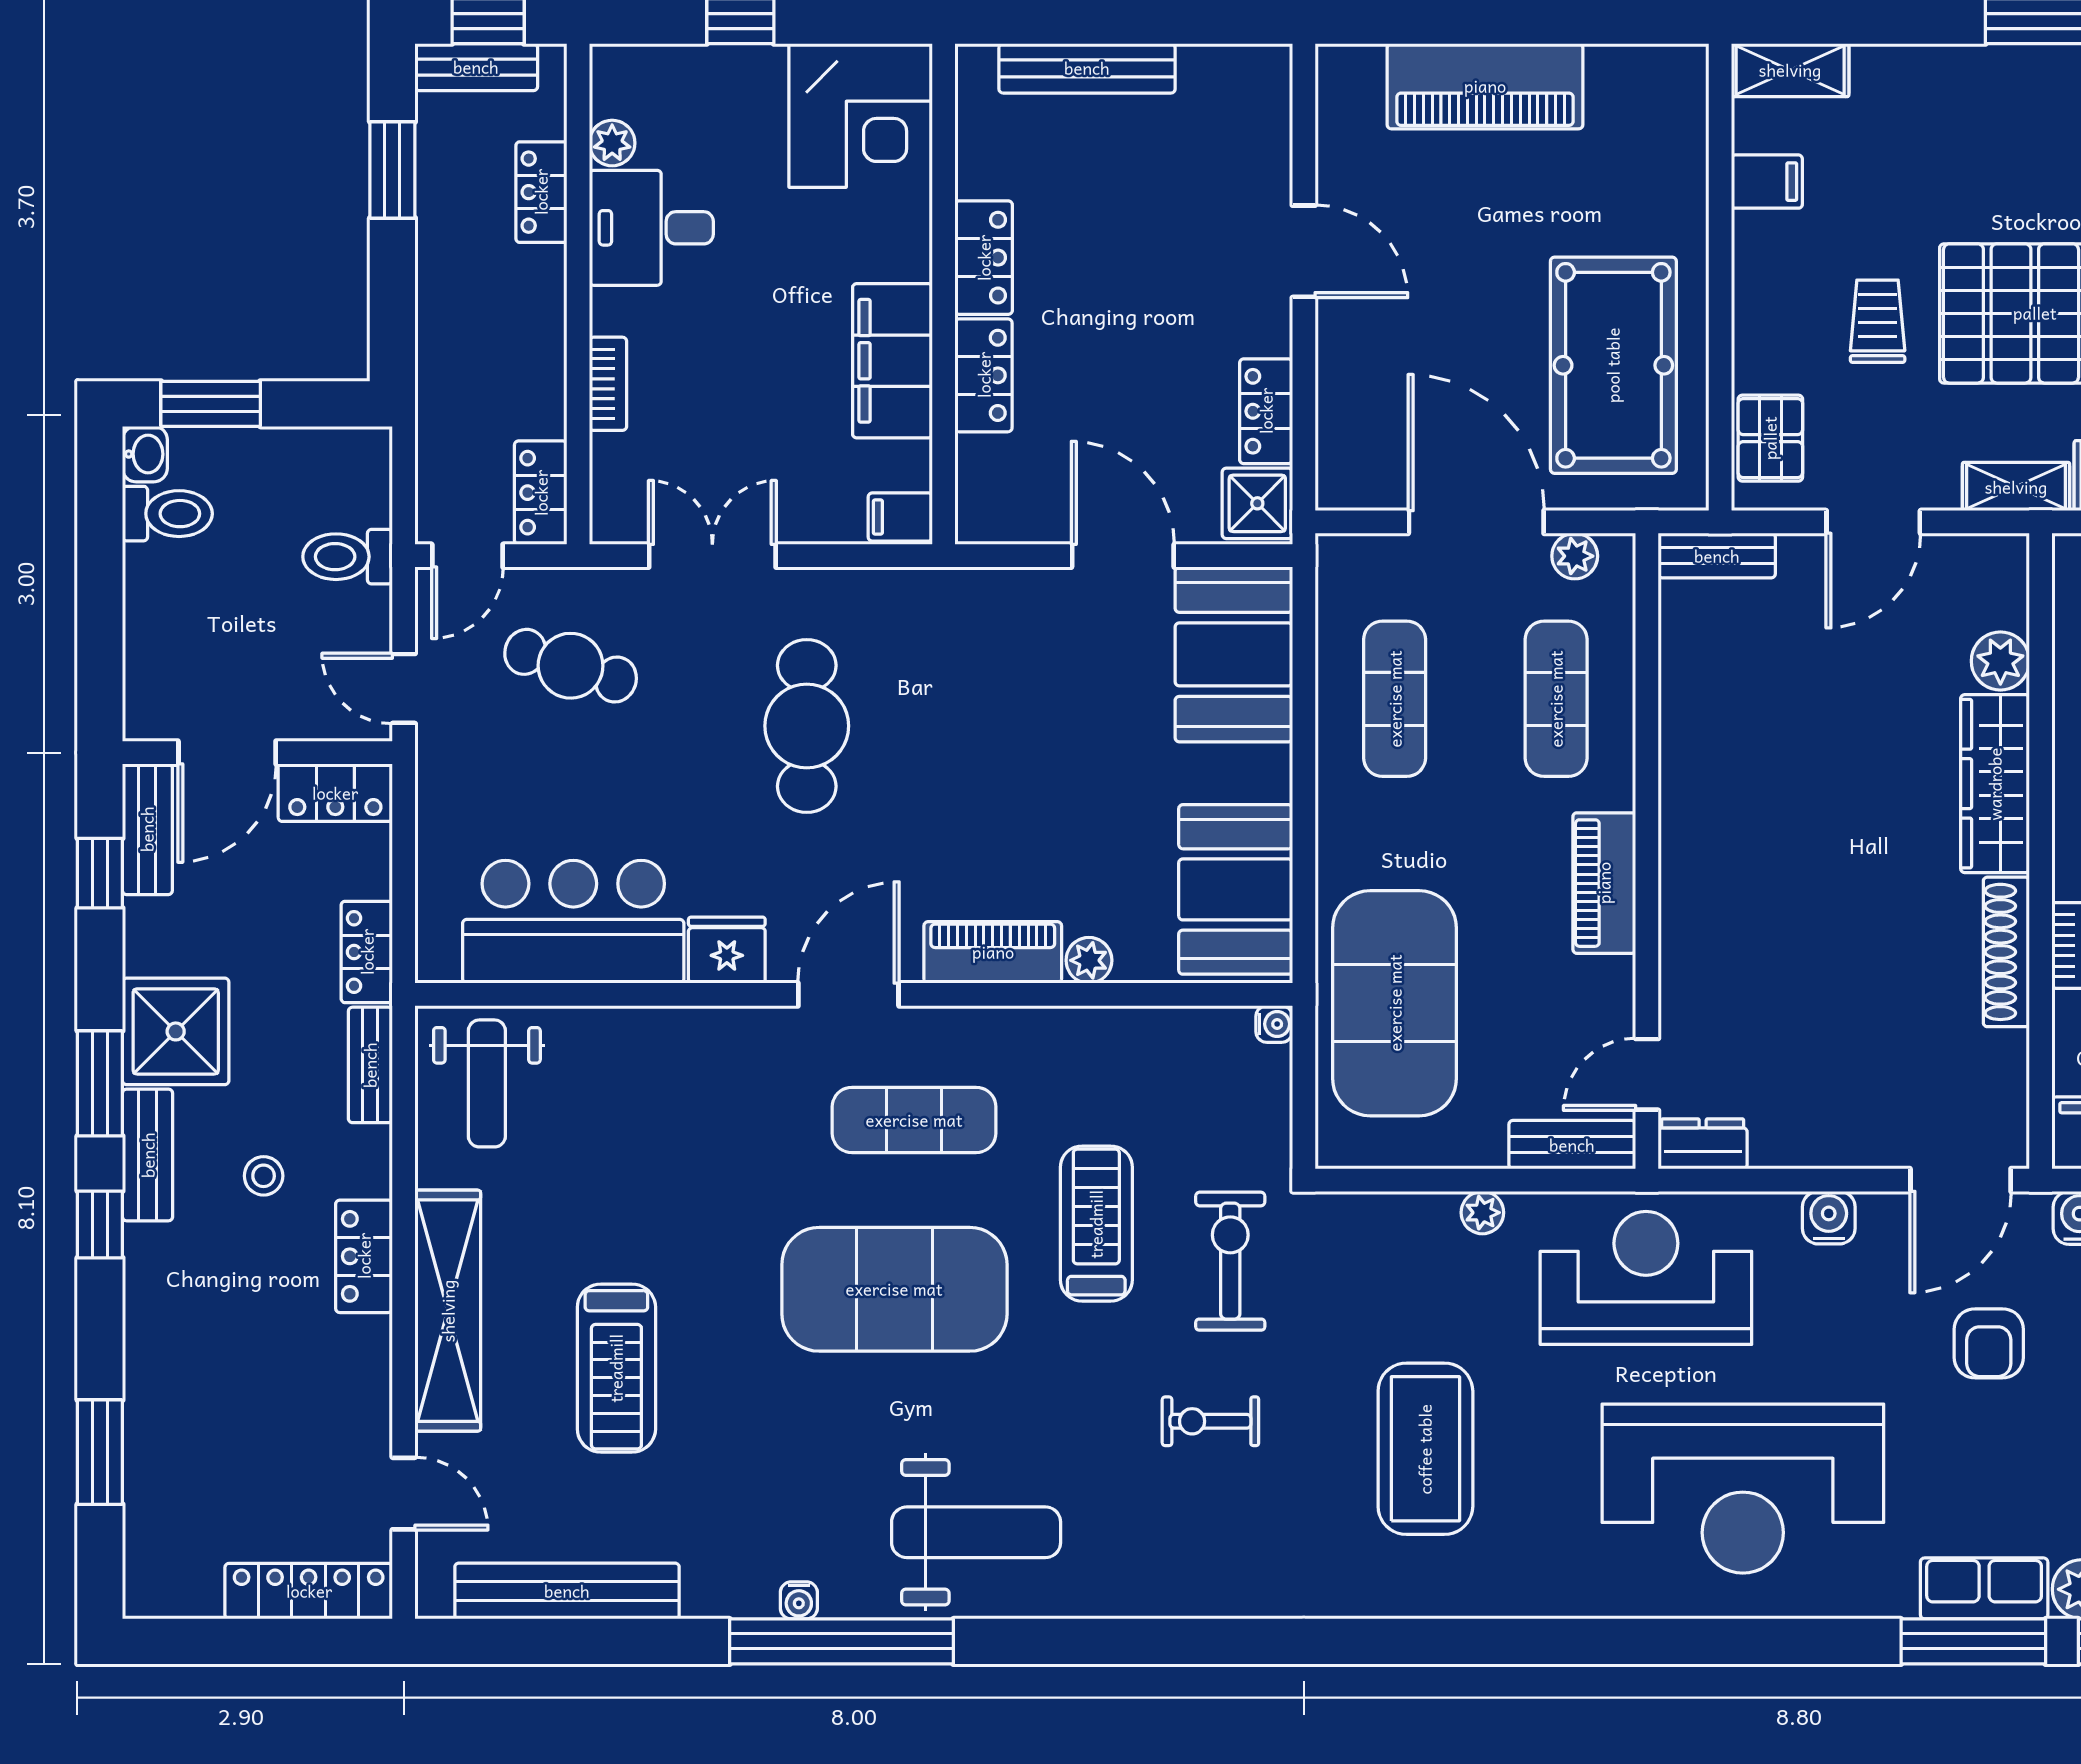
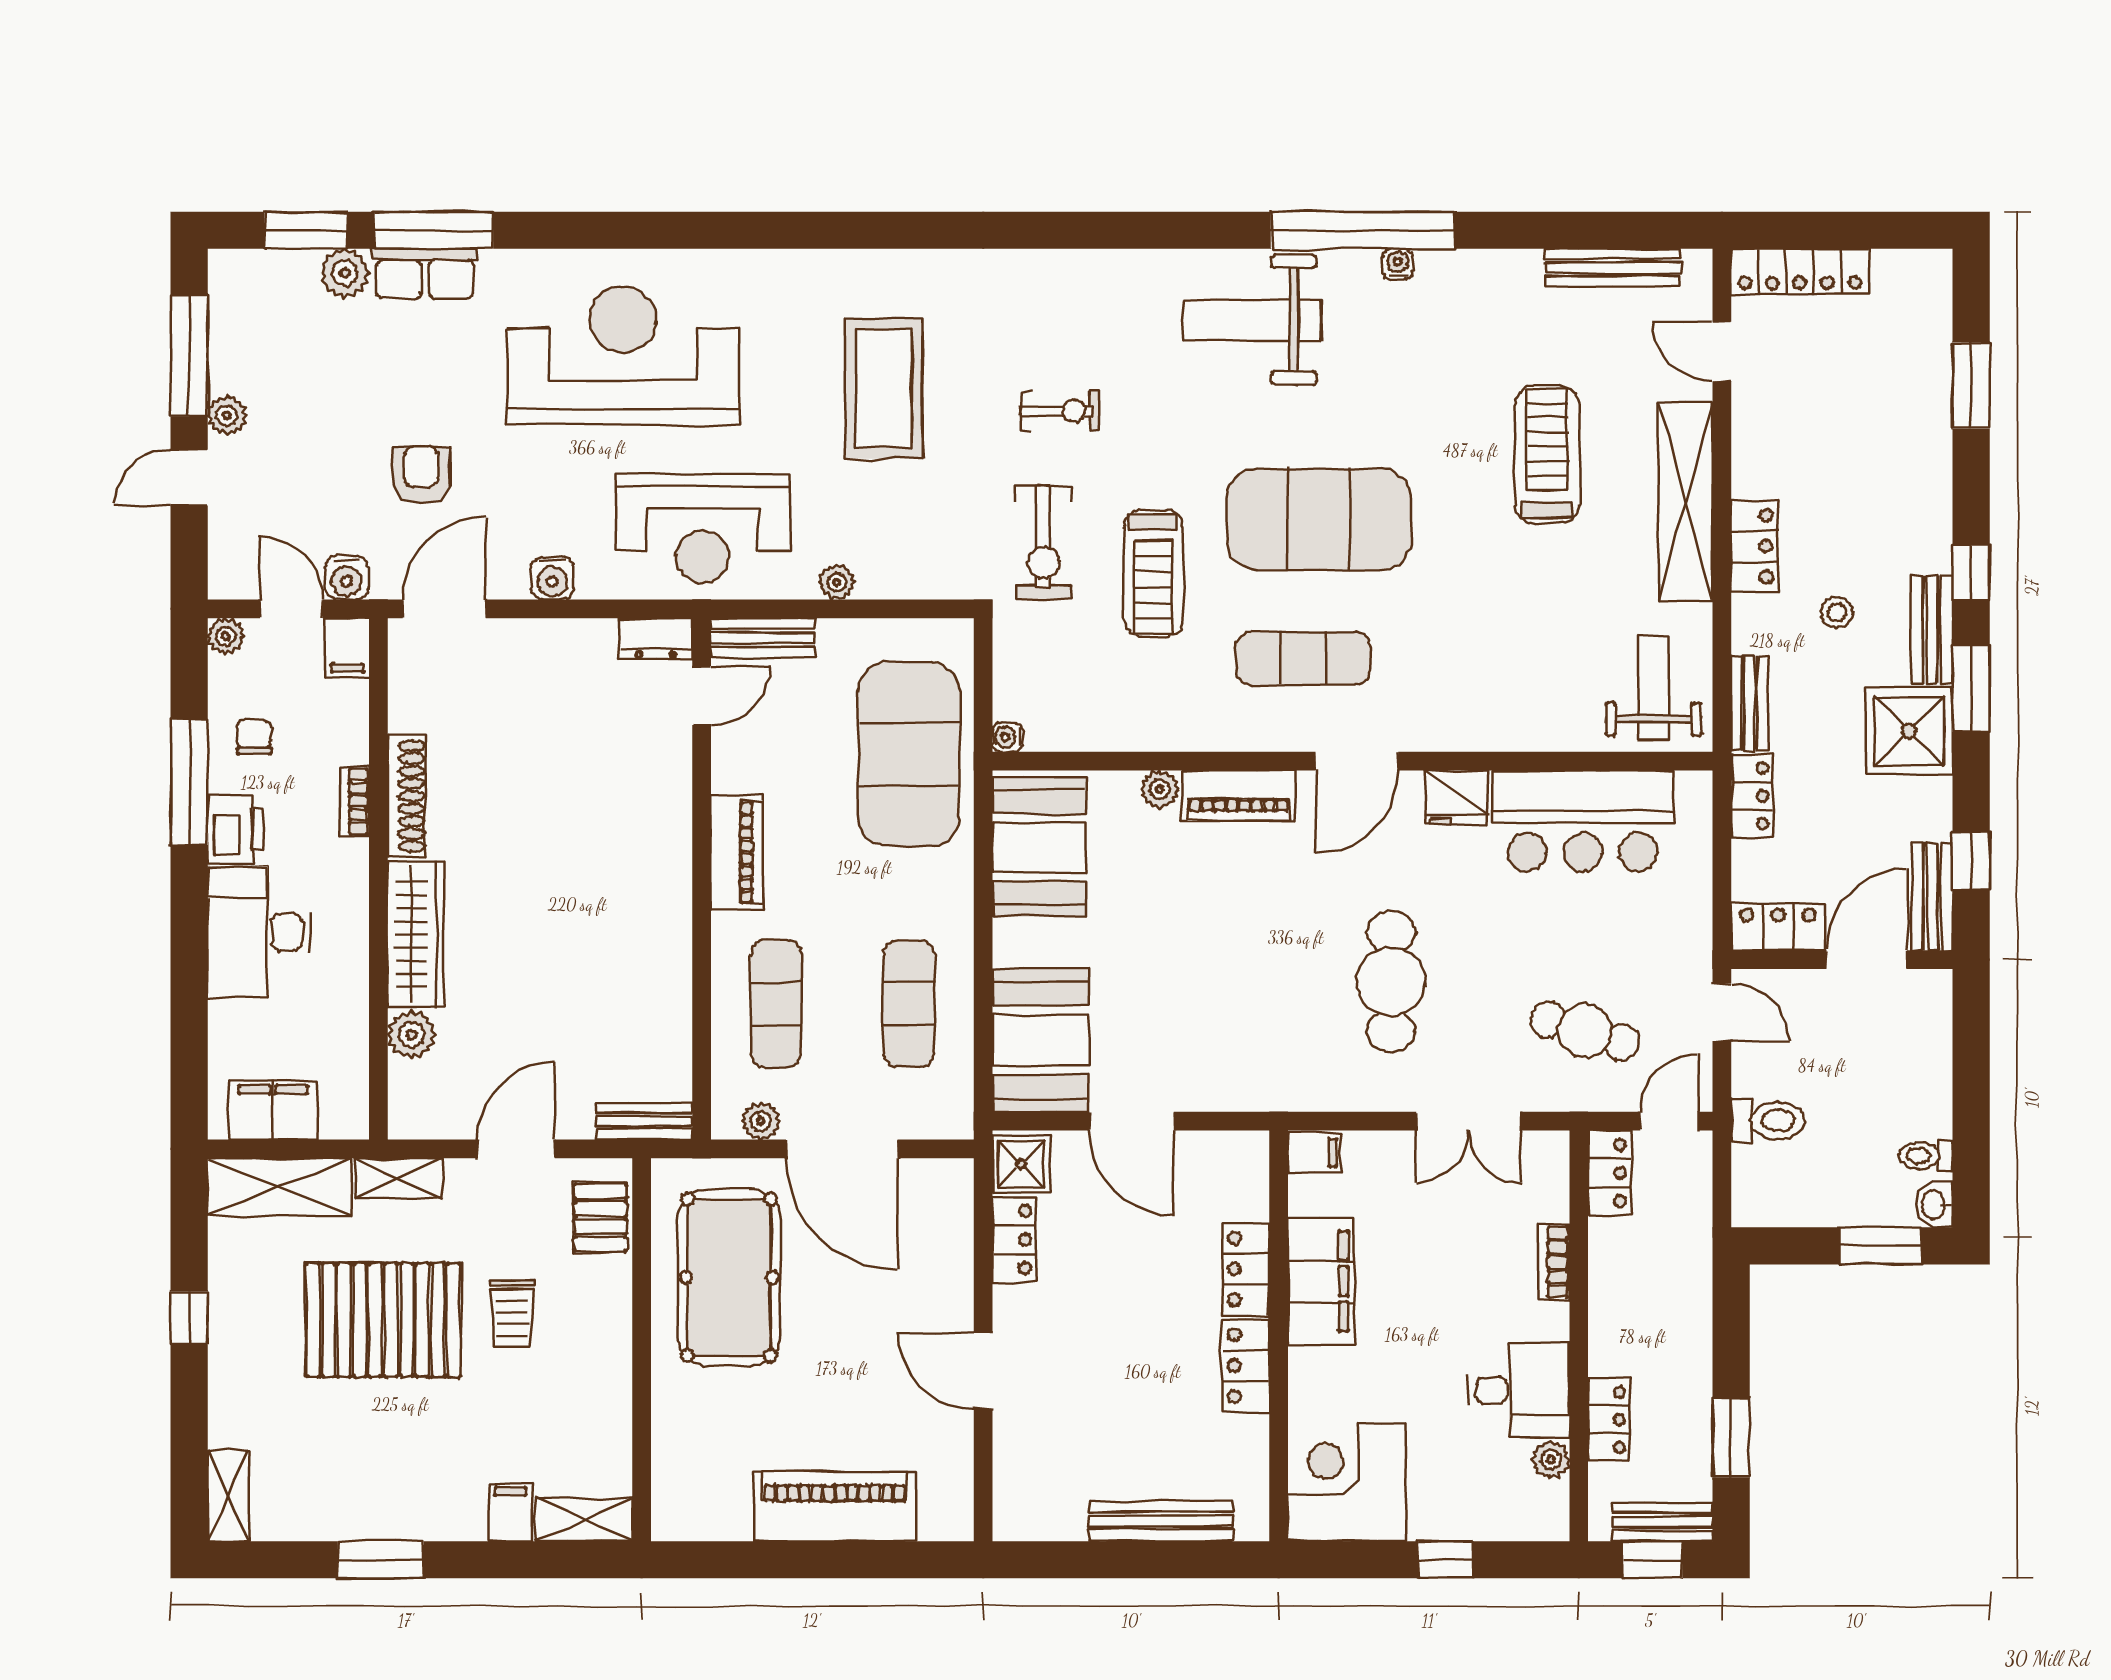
filing cabinet: (1767, 182) -> (510, 1512), moved, turned 90
toilet: (167, 514) -> (1926, 1156), width x0.73, depth x0.72
bench: (567, 1591) -> (1613, 268), width x0.73, depth x0.82

